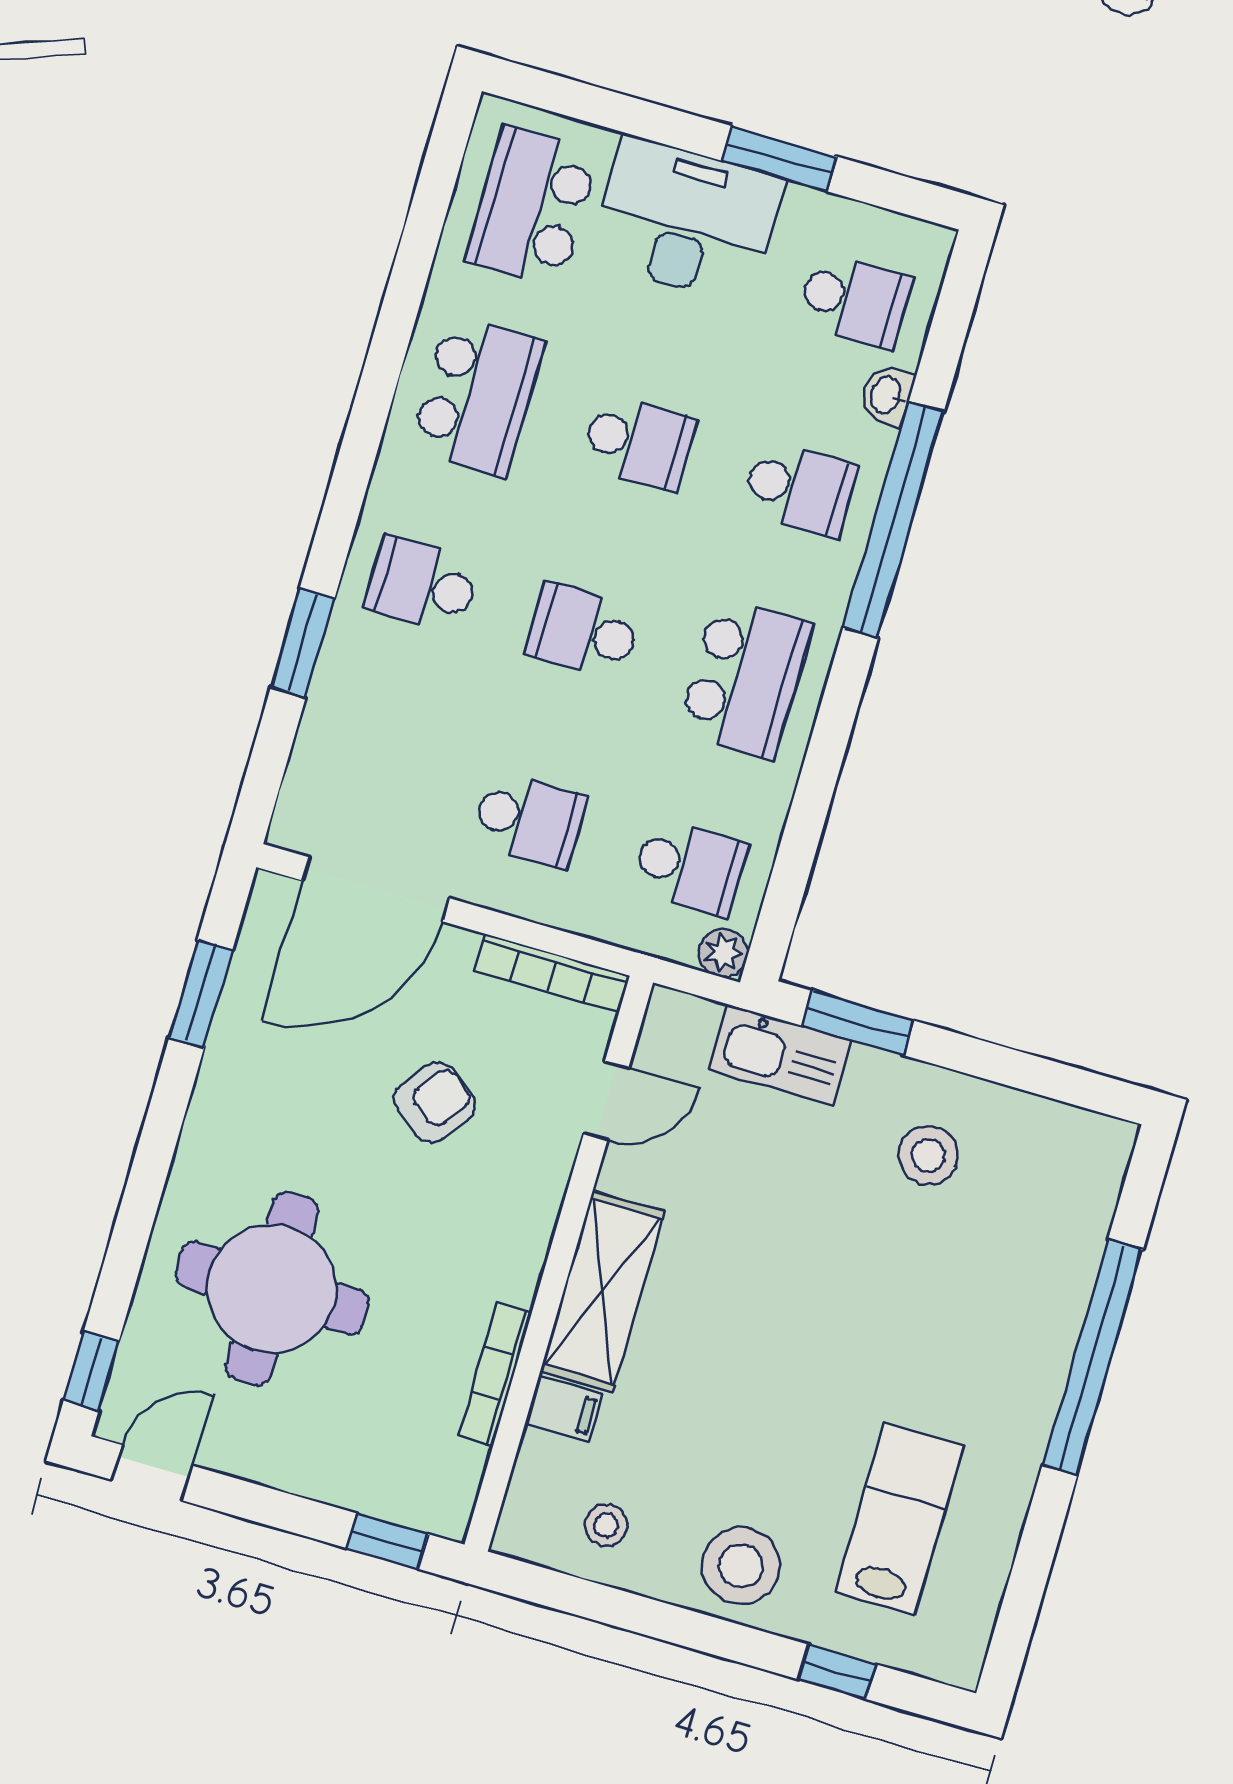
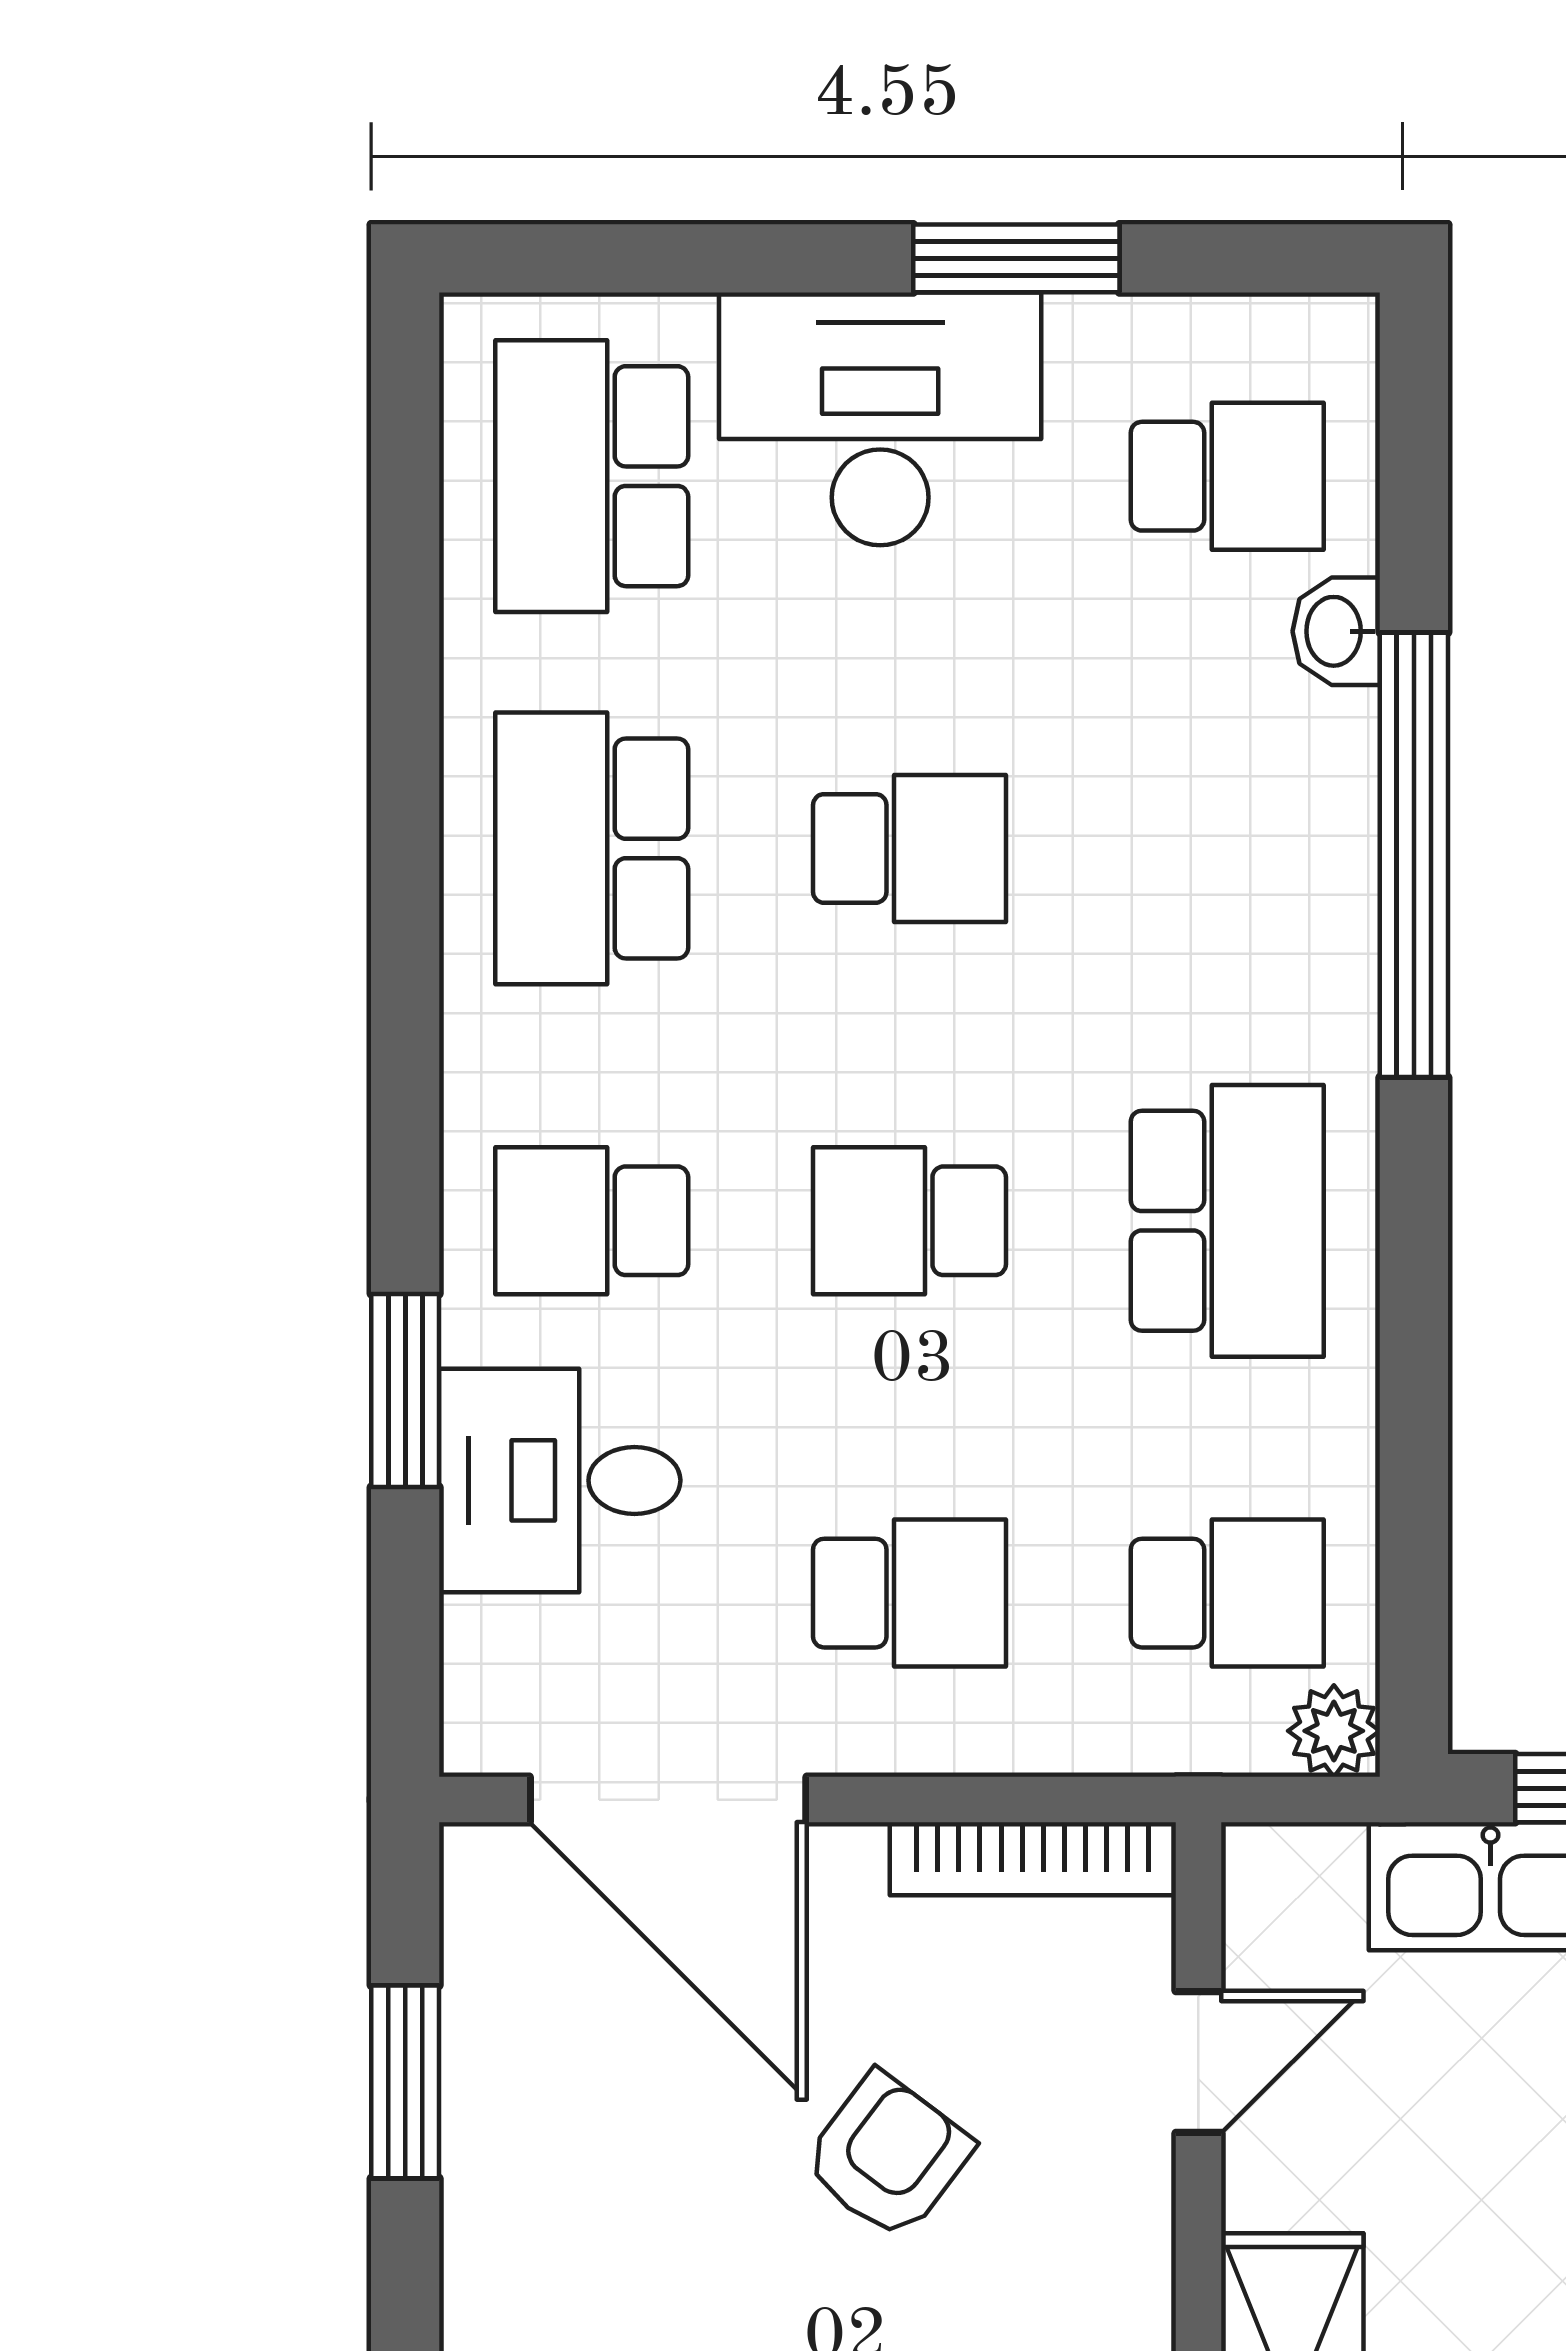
school desk: (477, 396) -> (592, 848), turned 180
school desk: (800, 489) -> (1227, 848), removed
desk: (368, 711) -> (560, 1480), added
door: (376, 889) -> (668, 1800), hinge flipped

